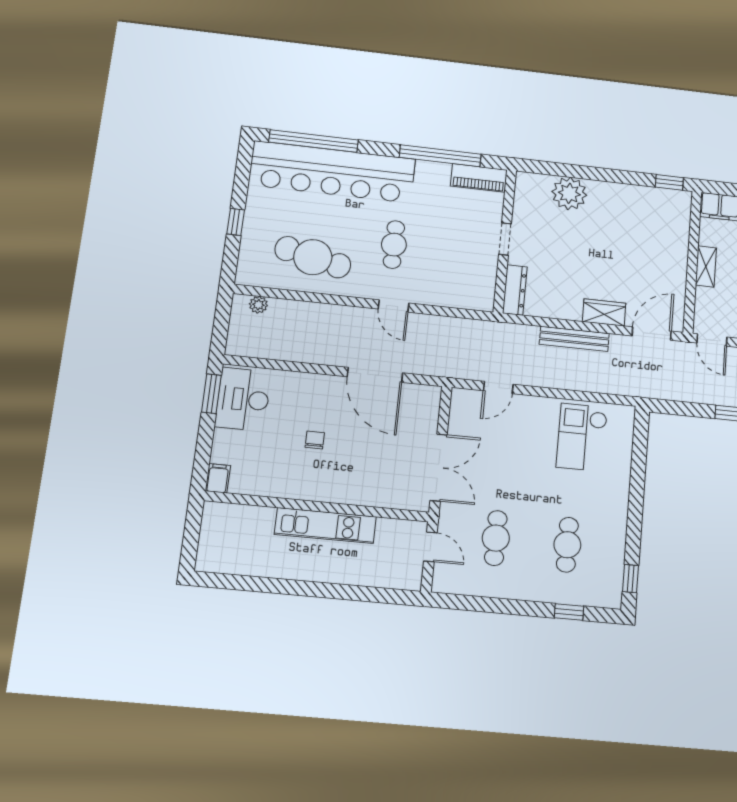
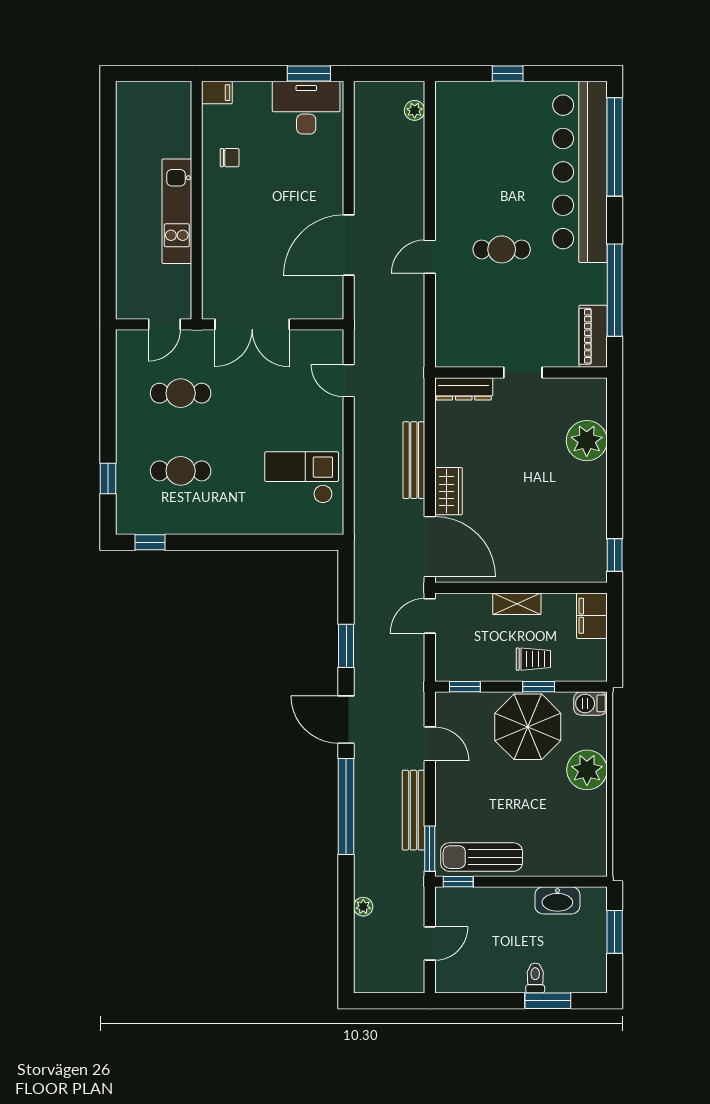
cafe table: (313, 257) -> (476, 162), removed
door: (652, 334) -> (430, 547), width x1.36
chair: (315, 440) -> (230, 158), moved

